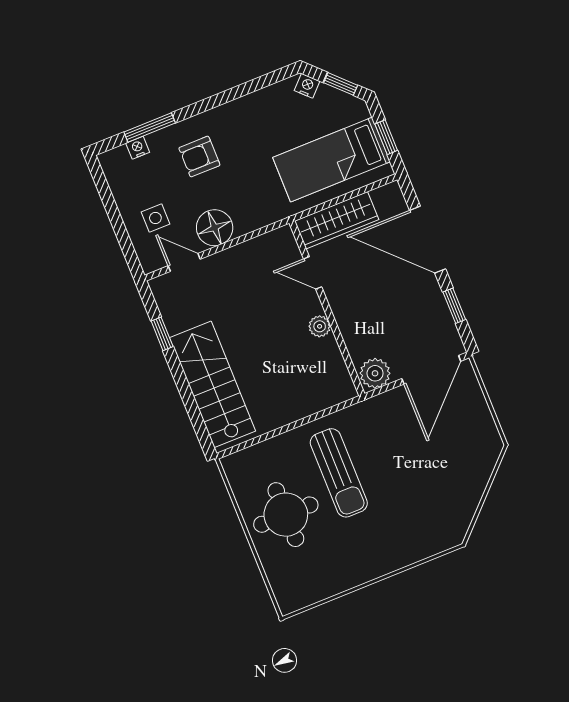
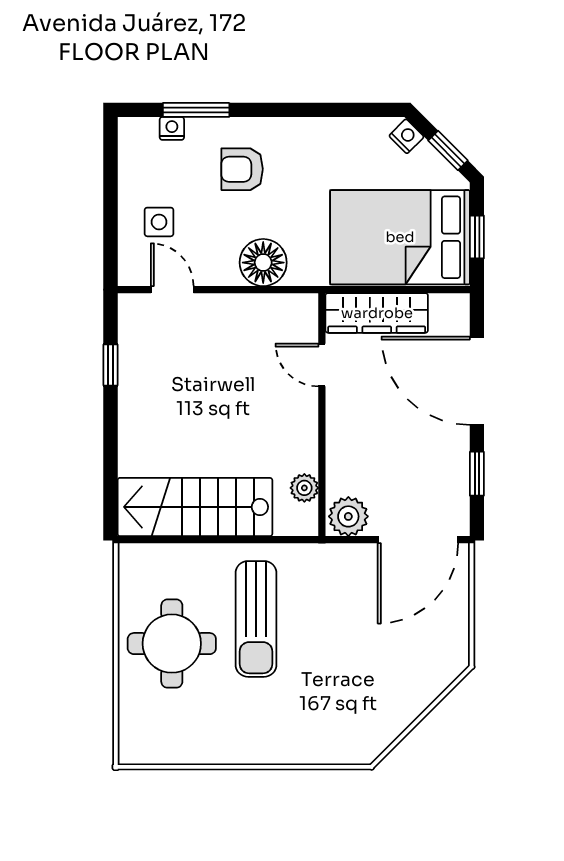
bed: (331, 160) -> (400, 237), width x1.50
floor lamp: (215, 228) -> (263, 263), moved
plant: (320, 326) -> (304, 488), moved
stairs: (213, 384) -> (195, 507), moved, turned -90

